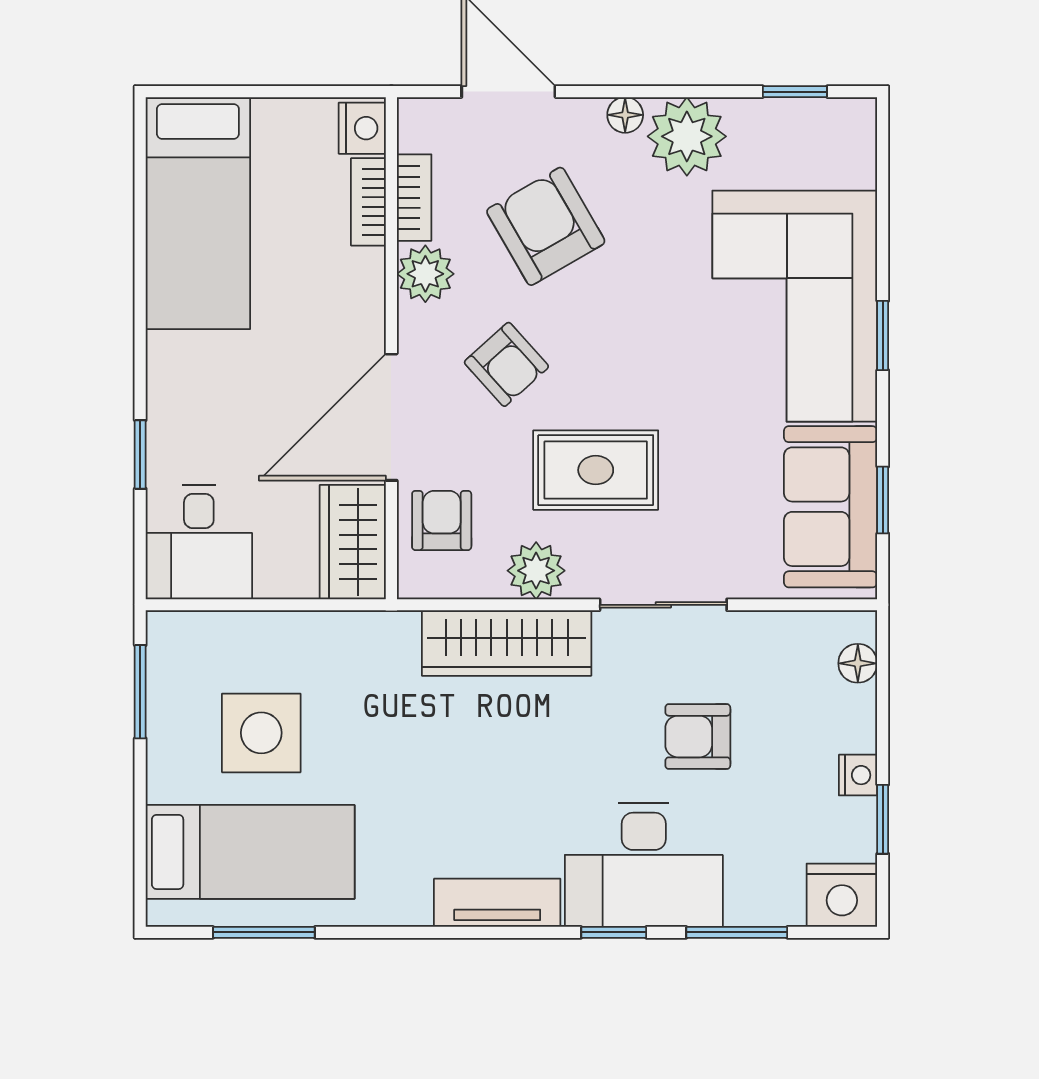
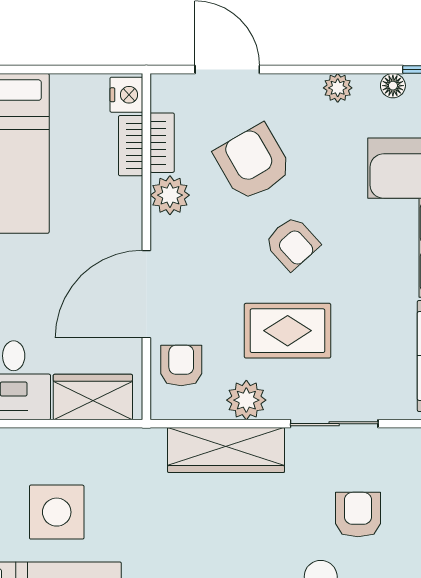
floor lamp: (625, 115) -> (393, 86), moved
plant: (687, 136) -> (338, 88), width x0.53, depth x0.53
armchair: (506, 364) -> (292, 243), moved
wardrobe: (353, 542) -> (93, 397), moved, turned 90
armchair: (698, 737) -> (358, 515), turned 90

